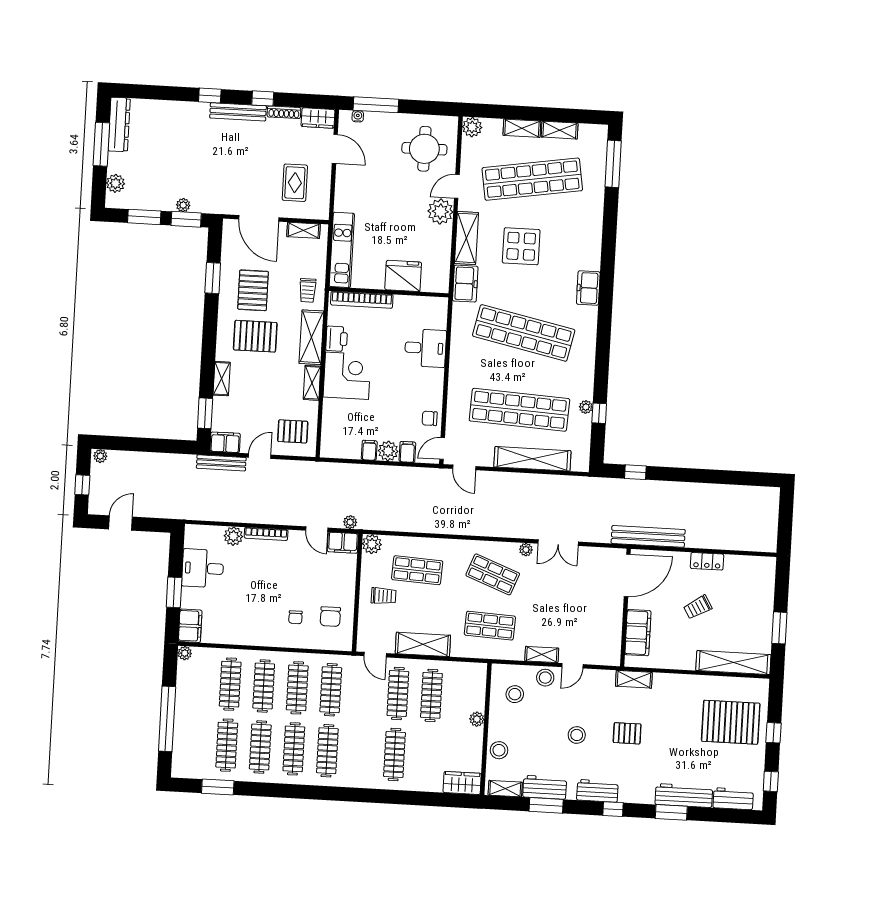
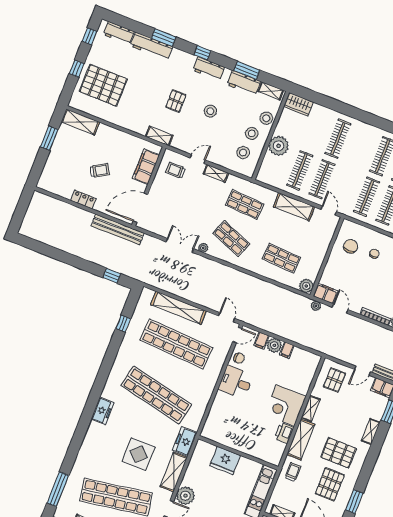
bookcase: (362, 300) -> (258, 454), removed
desk: (425, 348) -> (236, 382), moved
plant: (586, 407) -> (131, 331), removed
pallet: (293, 431) -> (334, 380), turned 90
trolley: (384, 596) -> (175, 170), moved
shelving: (733, 663) -> (80, 122), width x0.68
stool: (545, 678) -> (252, 133), moved
plant: (477, 719) -> (279, 146), width x1.88, depth x1.88
pallet: (627, 733) -> (176, 101), turned 90

